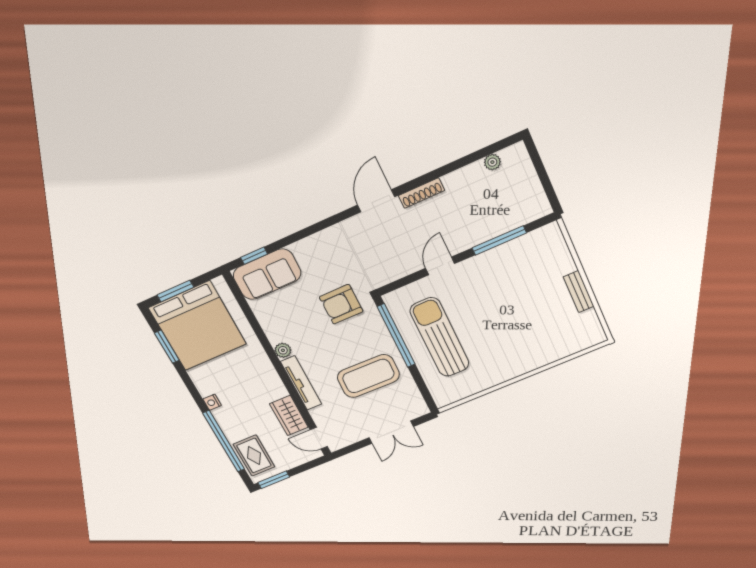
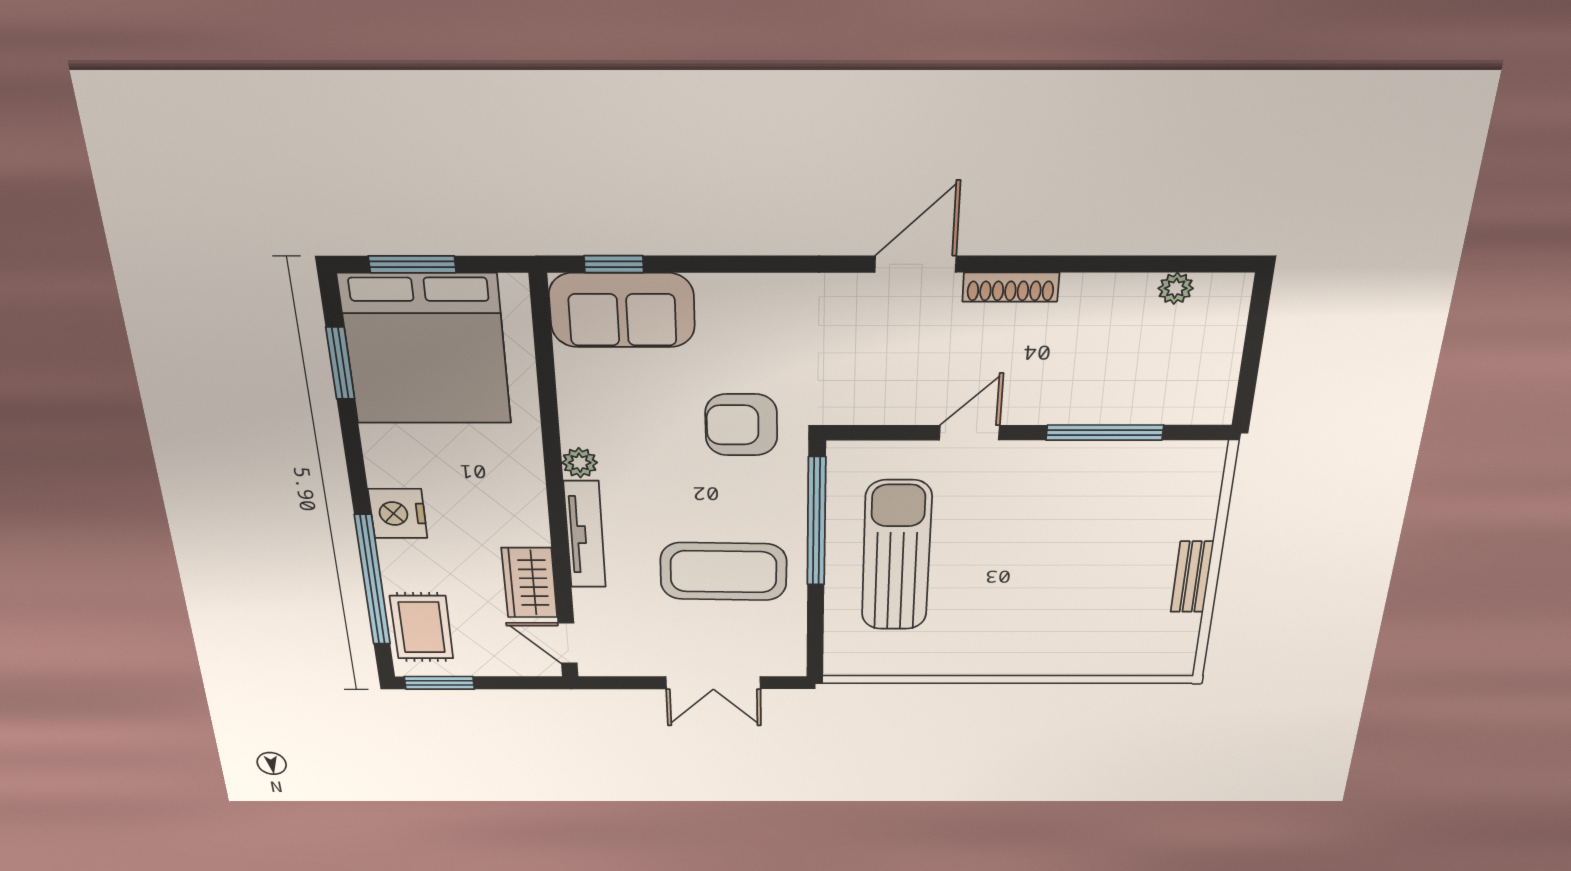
nightstand: (212, 402) -> (398, 514), width x1.89, depth x1.79

